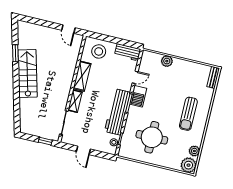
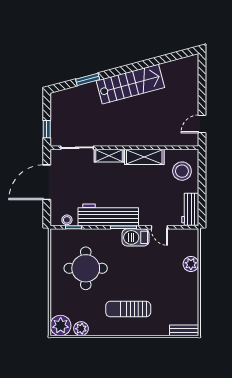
window: (15, 53) -> (88, 79), moved
door: (83, 150) -> (47, 182), width x1.88

